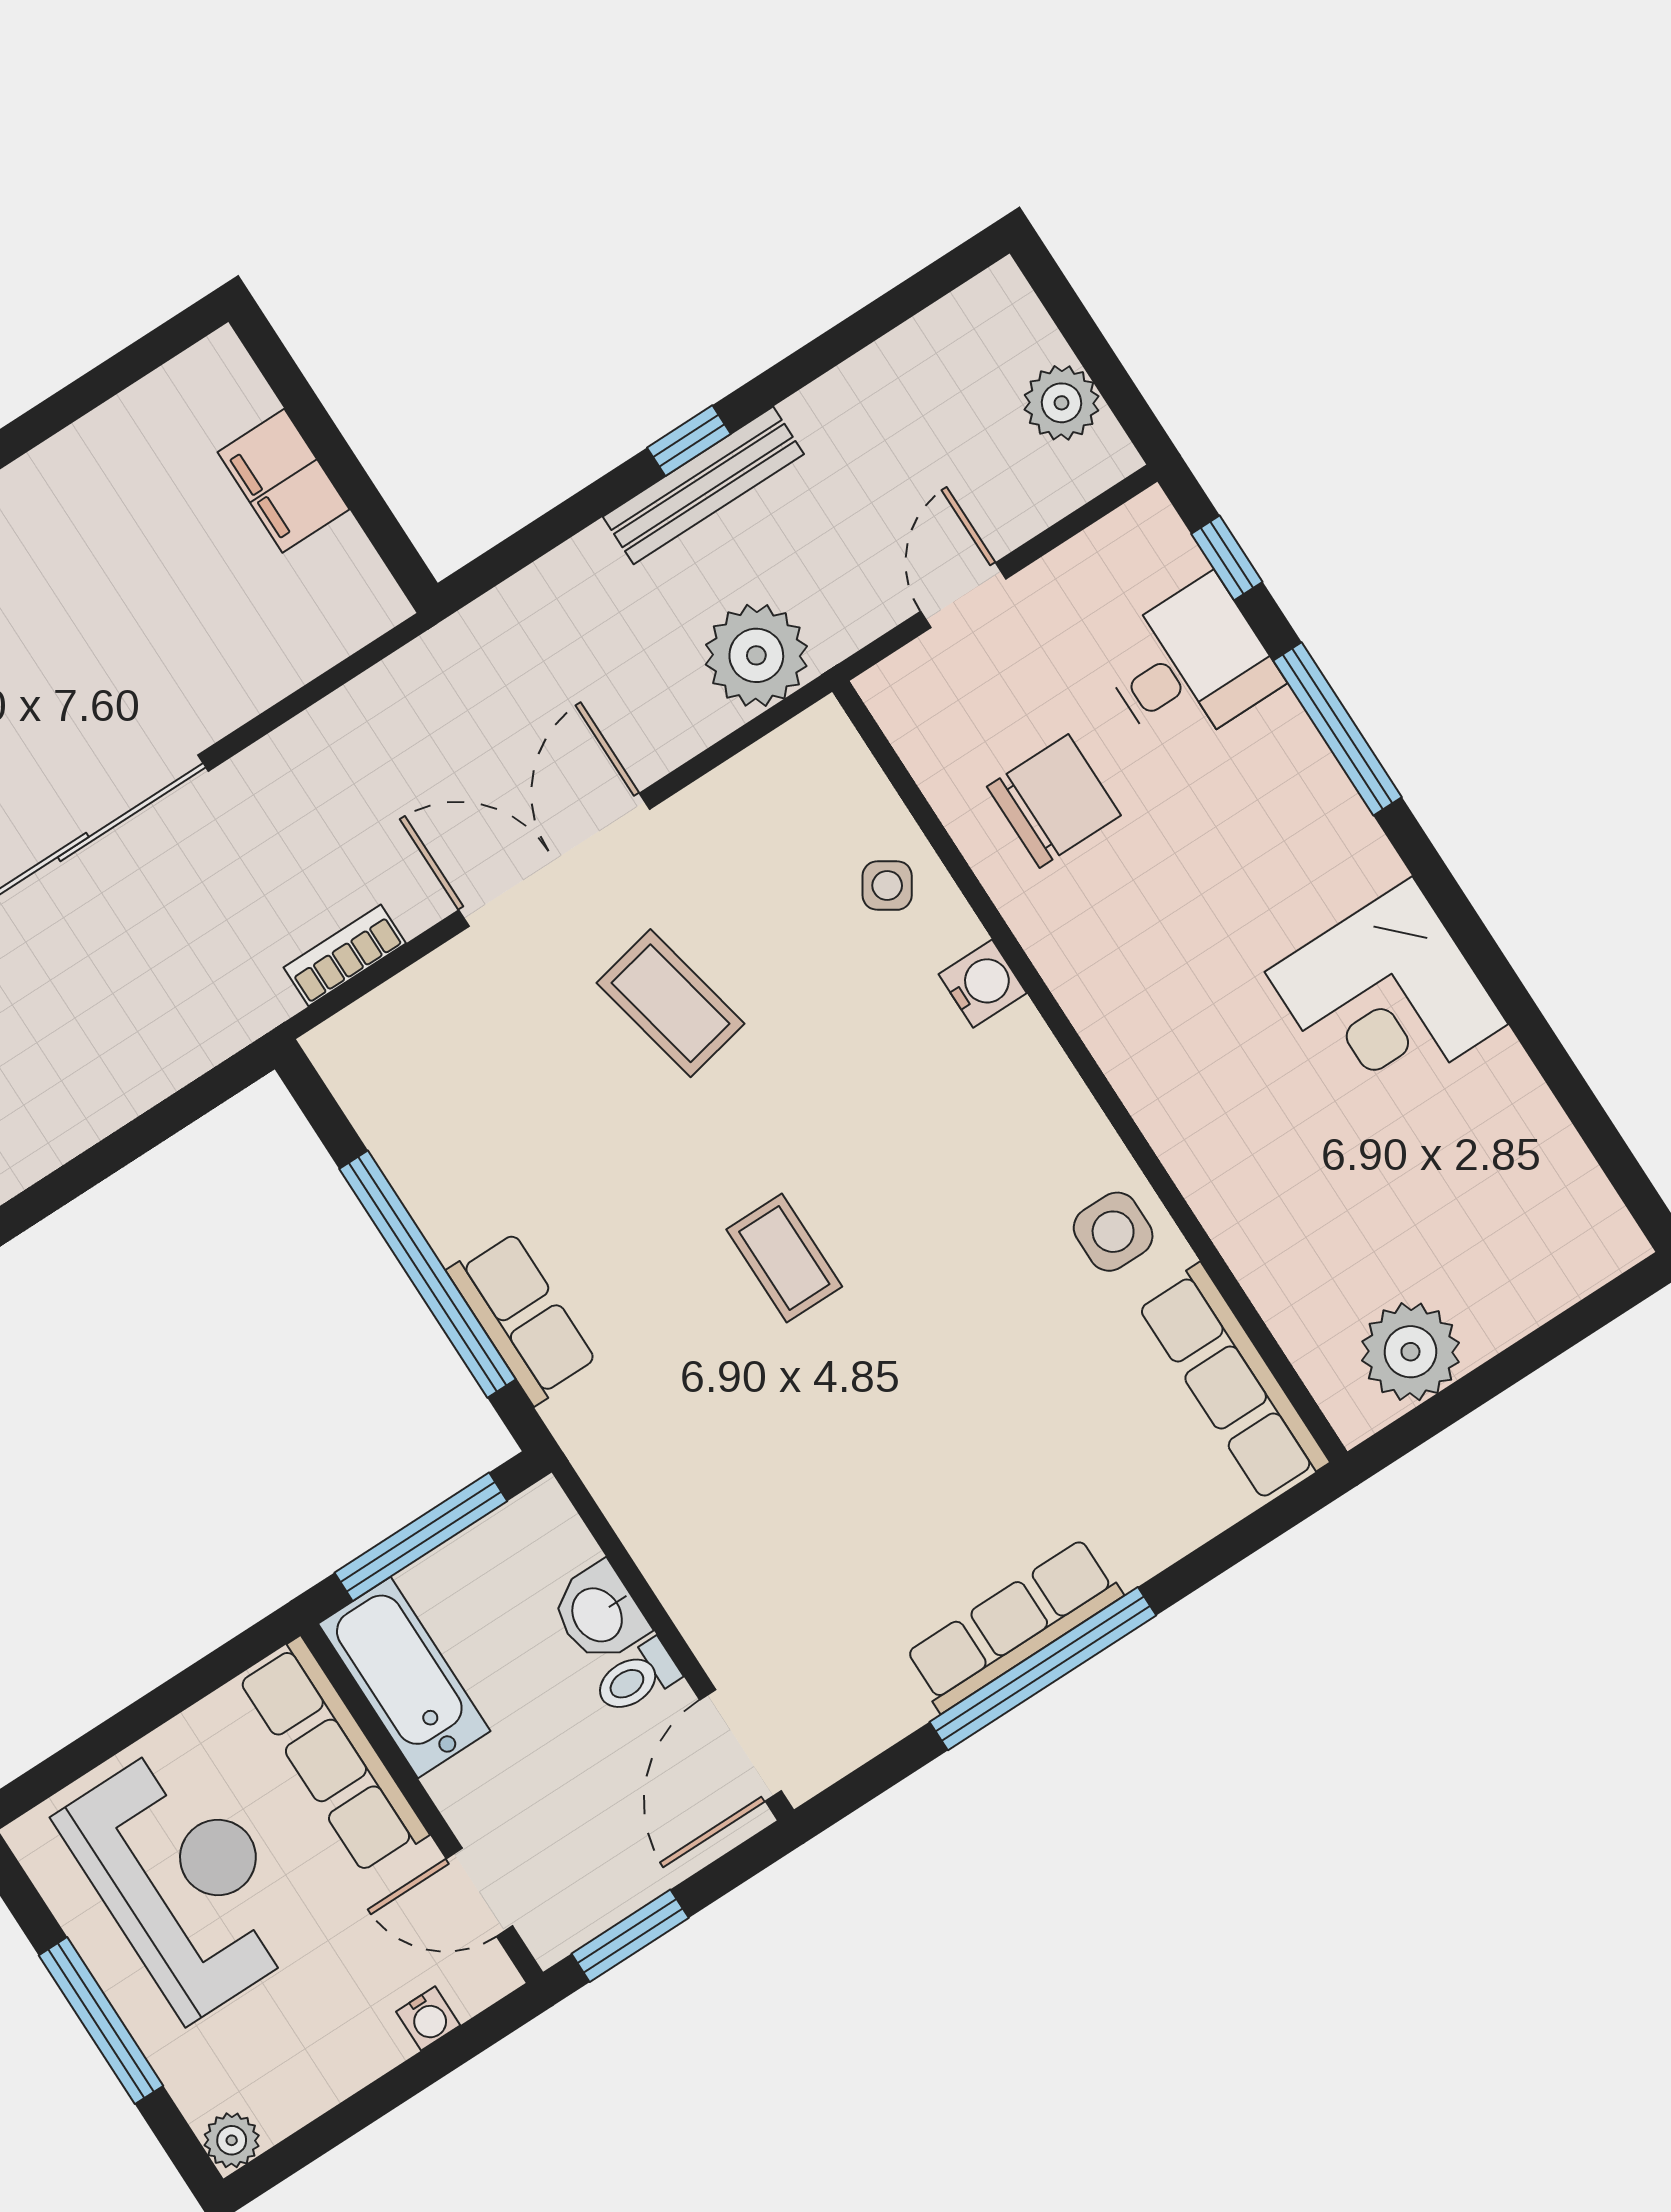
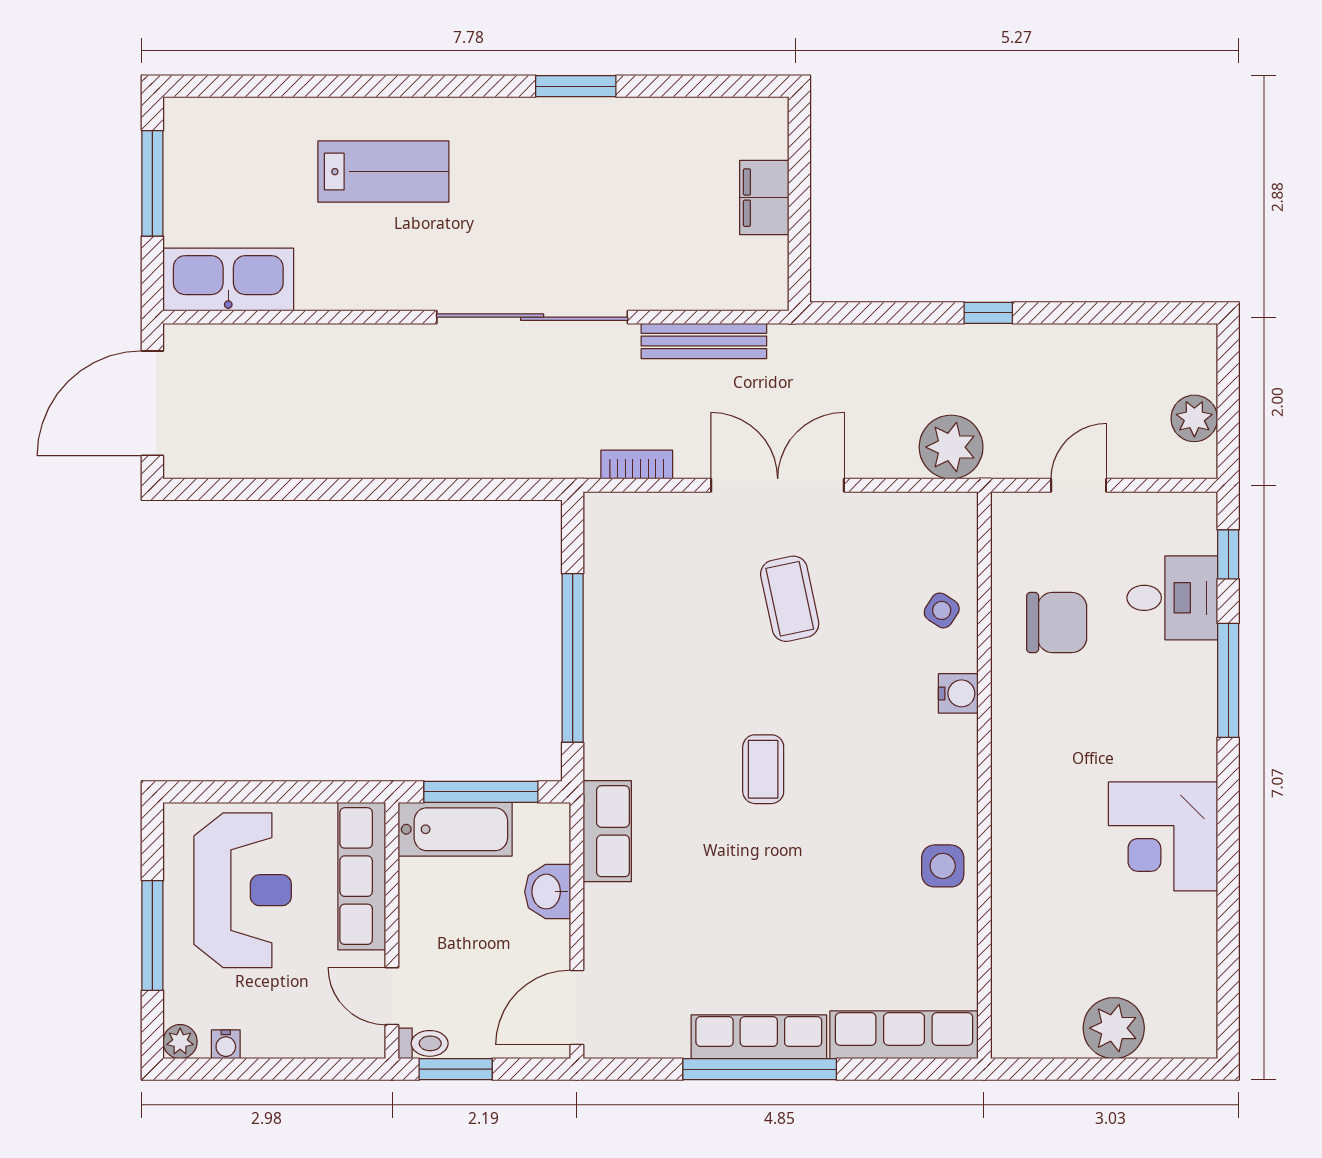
bench: (703, 485) -> (704, 341), moved
row of seats: (522, 1317) -> (607, 831), moved
plant: (1410, 1352) -> (1114, 1028), moved
row of seats: (1233, 1383) -> (904, 1035), moved, turned 90
bathtub: (404, 1677) -> (455, 829), moved, turned 90
toilet: (636, 1678) -> (423, 1043), moved, turned 180
water cooler: (428, 2018) -> (226, 1044), moved

